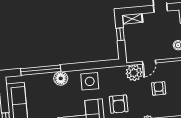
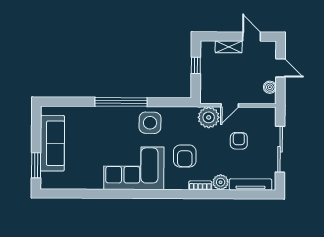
shelving: (132, 19) -> (229, 47), moved
window: (41, 70) -> (121, 102), moved
floor lamp: (61, 78) -> (113, 115), removed

